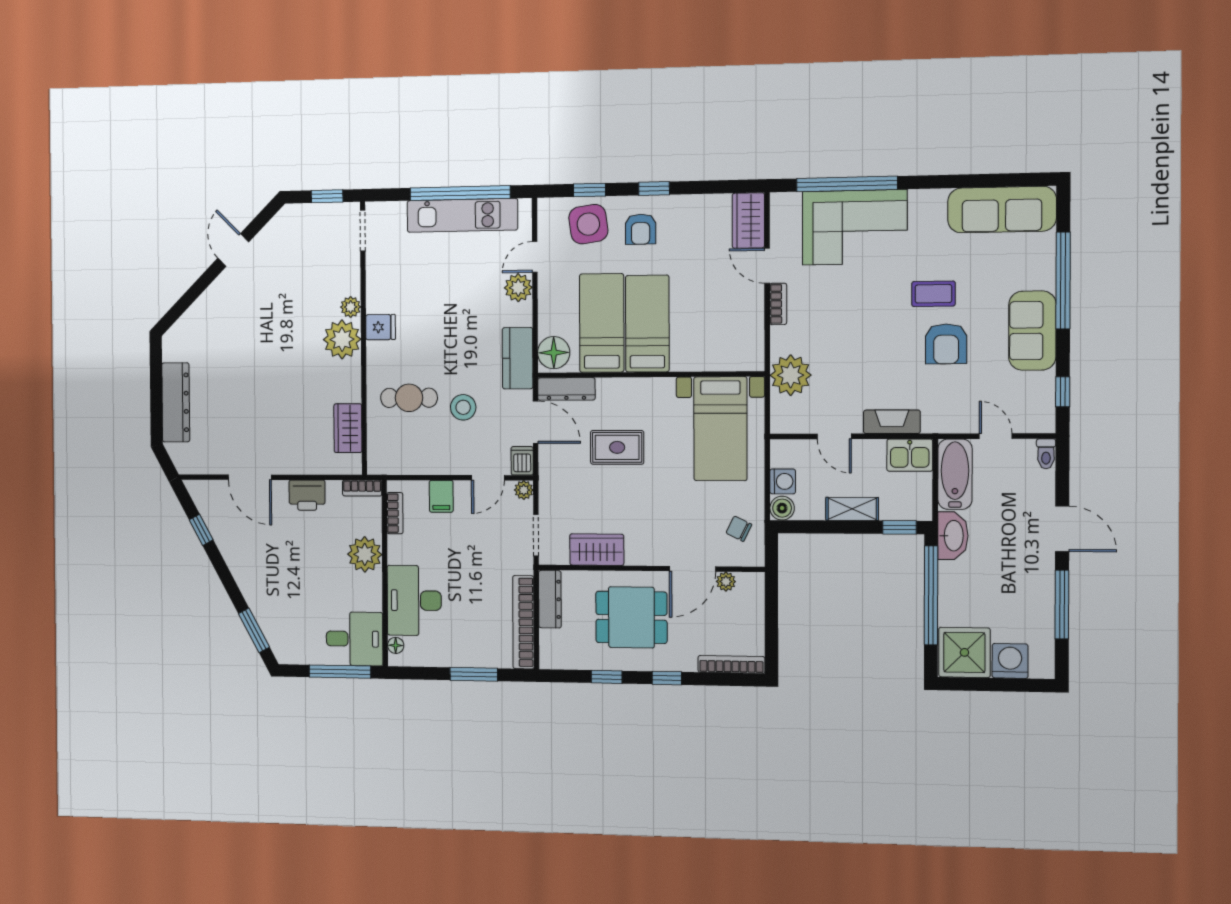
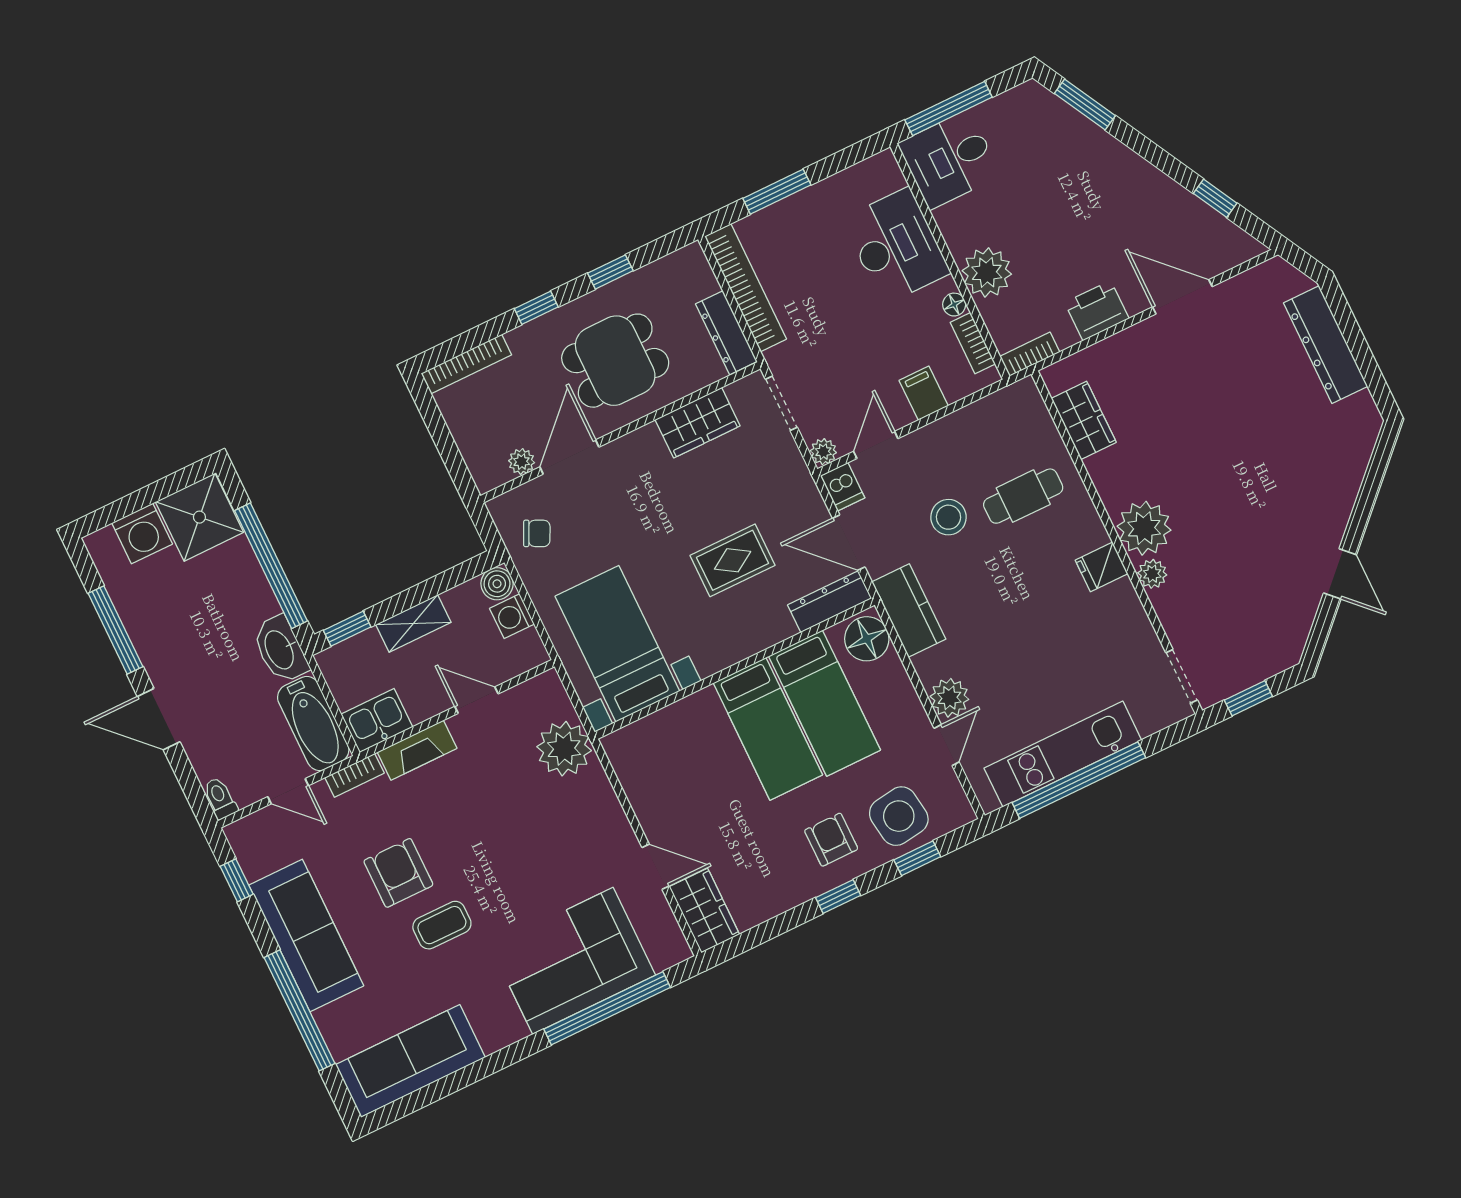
bookcase: (778, 304) -> (354, 775), moved, turned -90
sofa: (1032, 331) -> (306, 935), width x1.36
floor lamp: (396, 645) -> (954, 305), moved

